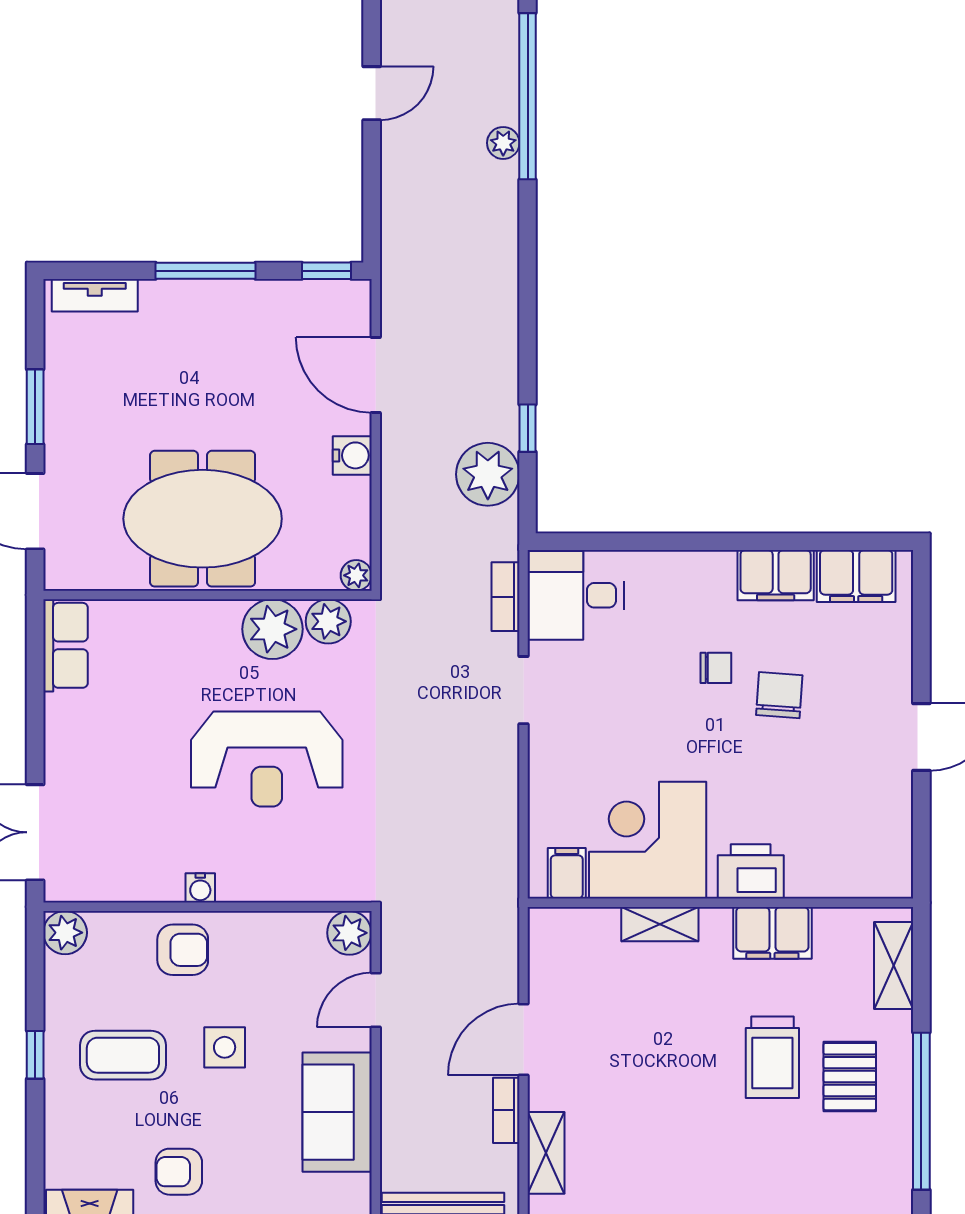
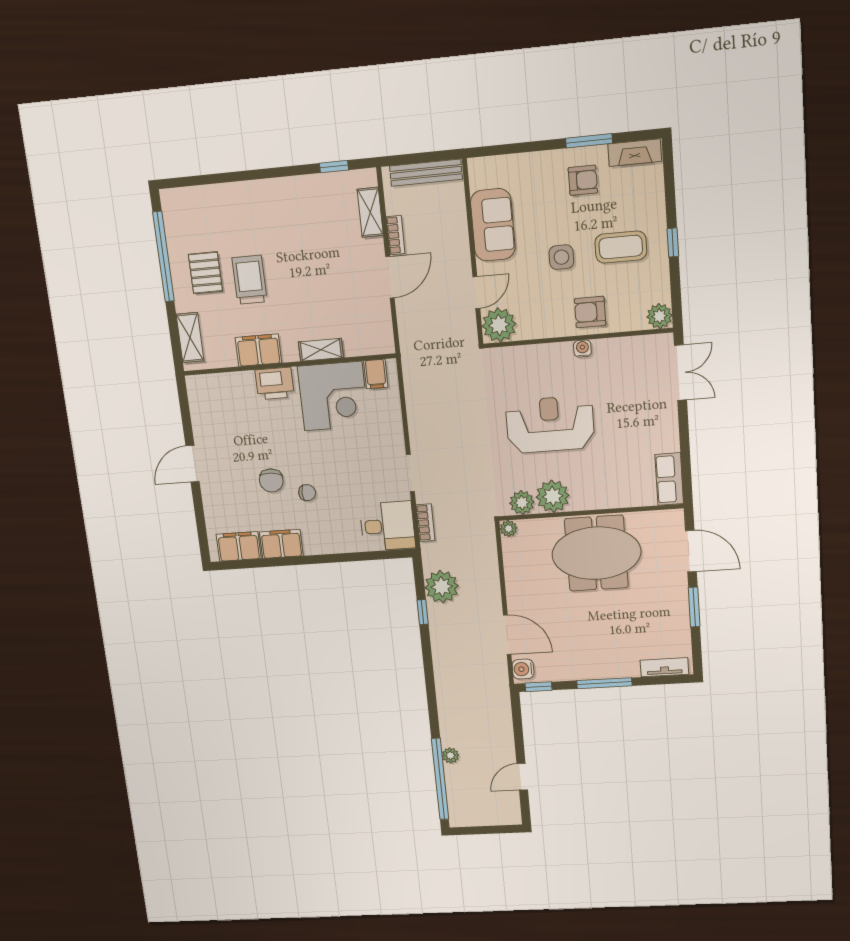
water cooler: (352, 455) -> (523, 669), moved
chair: (716, 668) -> (307, 493), turned 180
plant: (349, 933) -> (499, 325), width x1.36, depth x1.36

